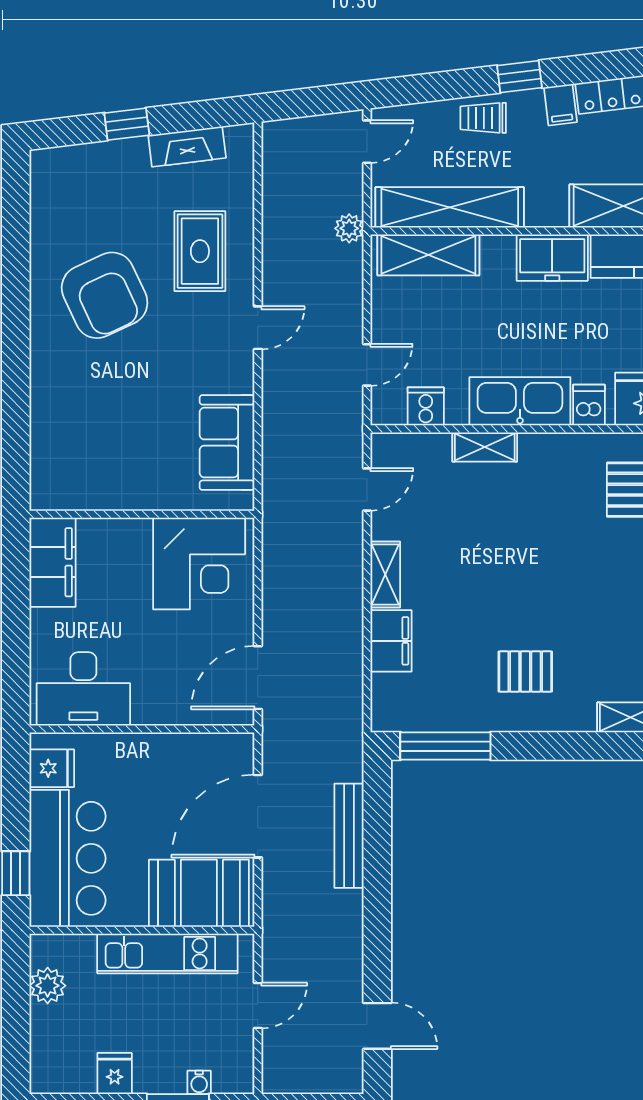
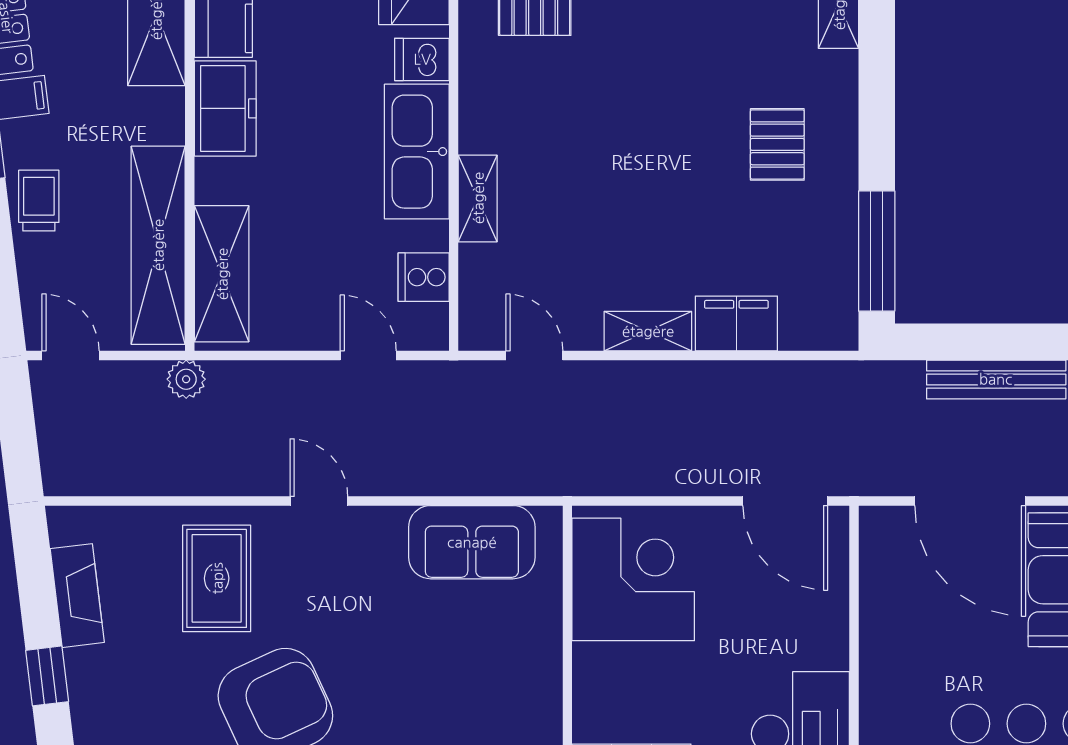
trolley: (483, 118) -> (39, 201), turned 180
rug: (200, 251) -> (217, 578), turned 90

